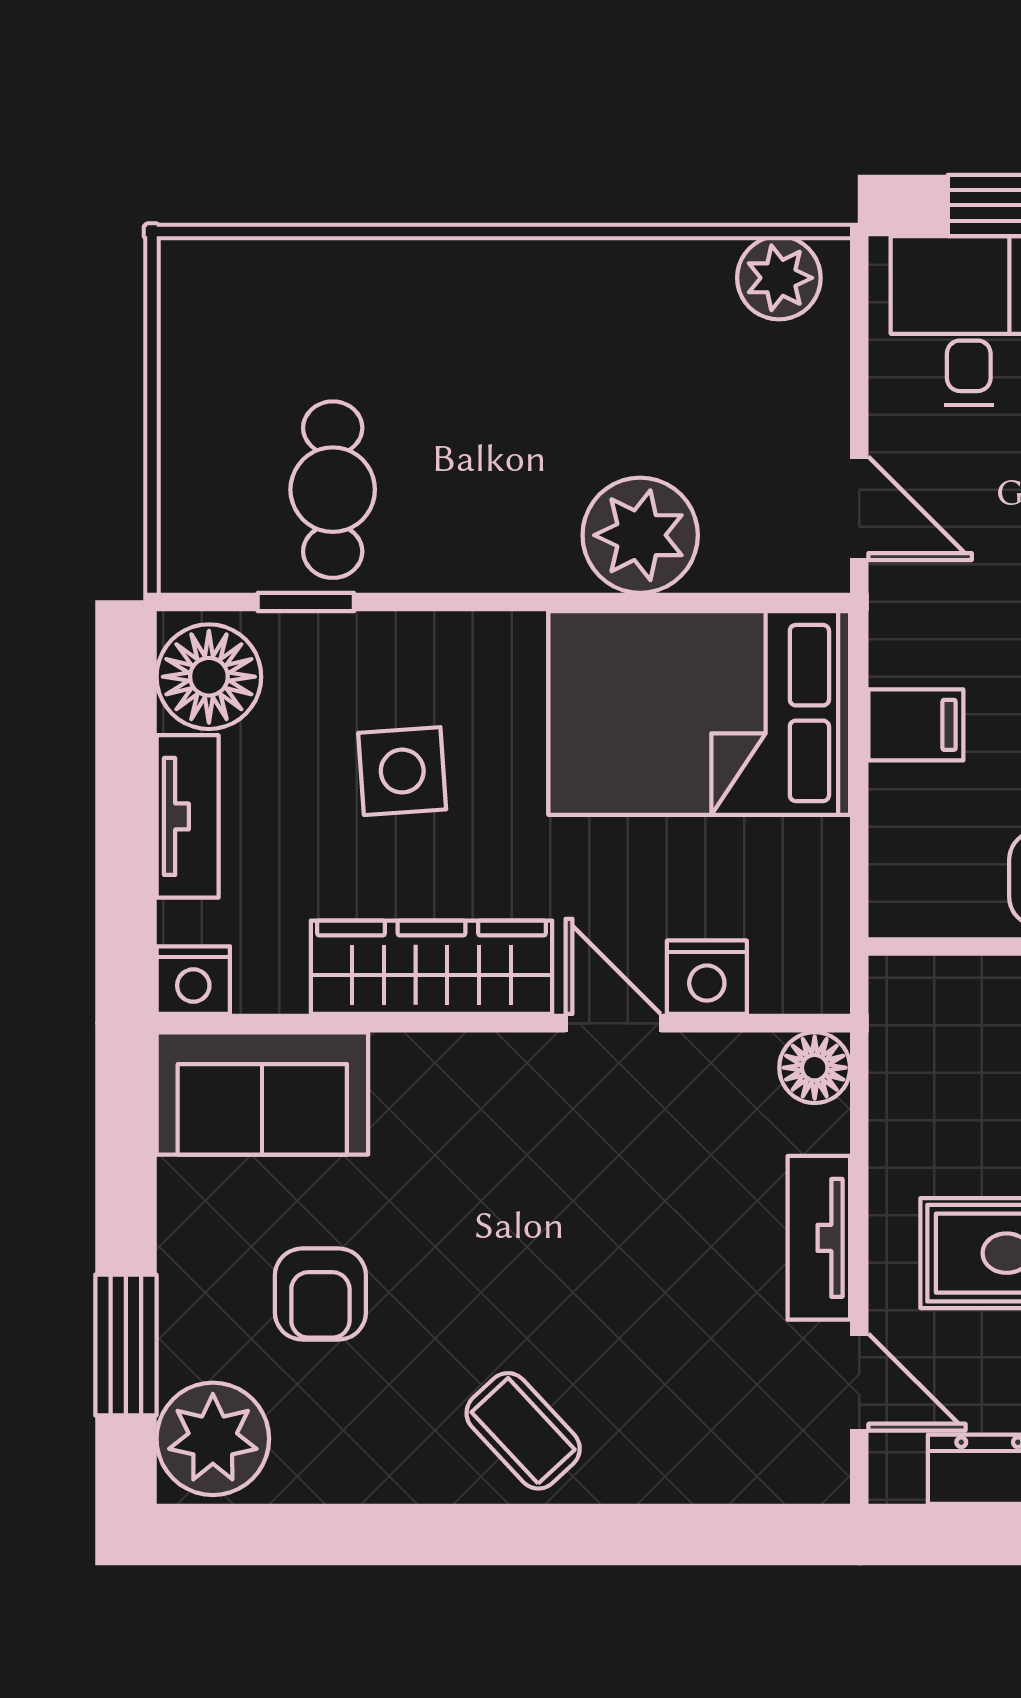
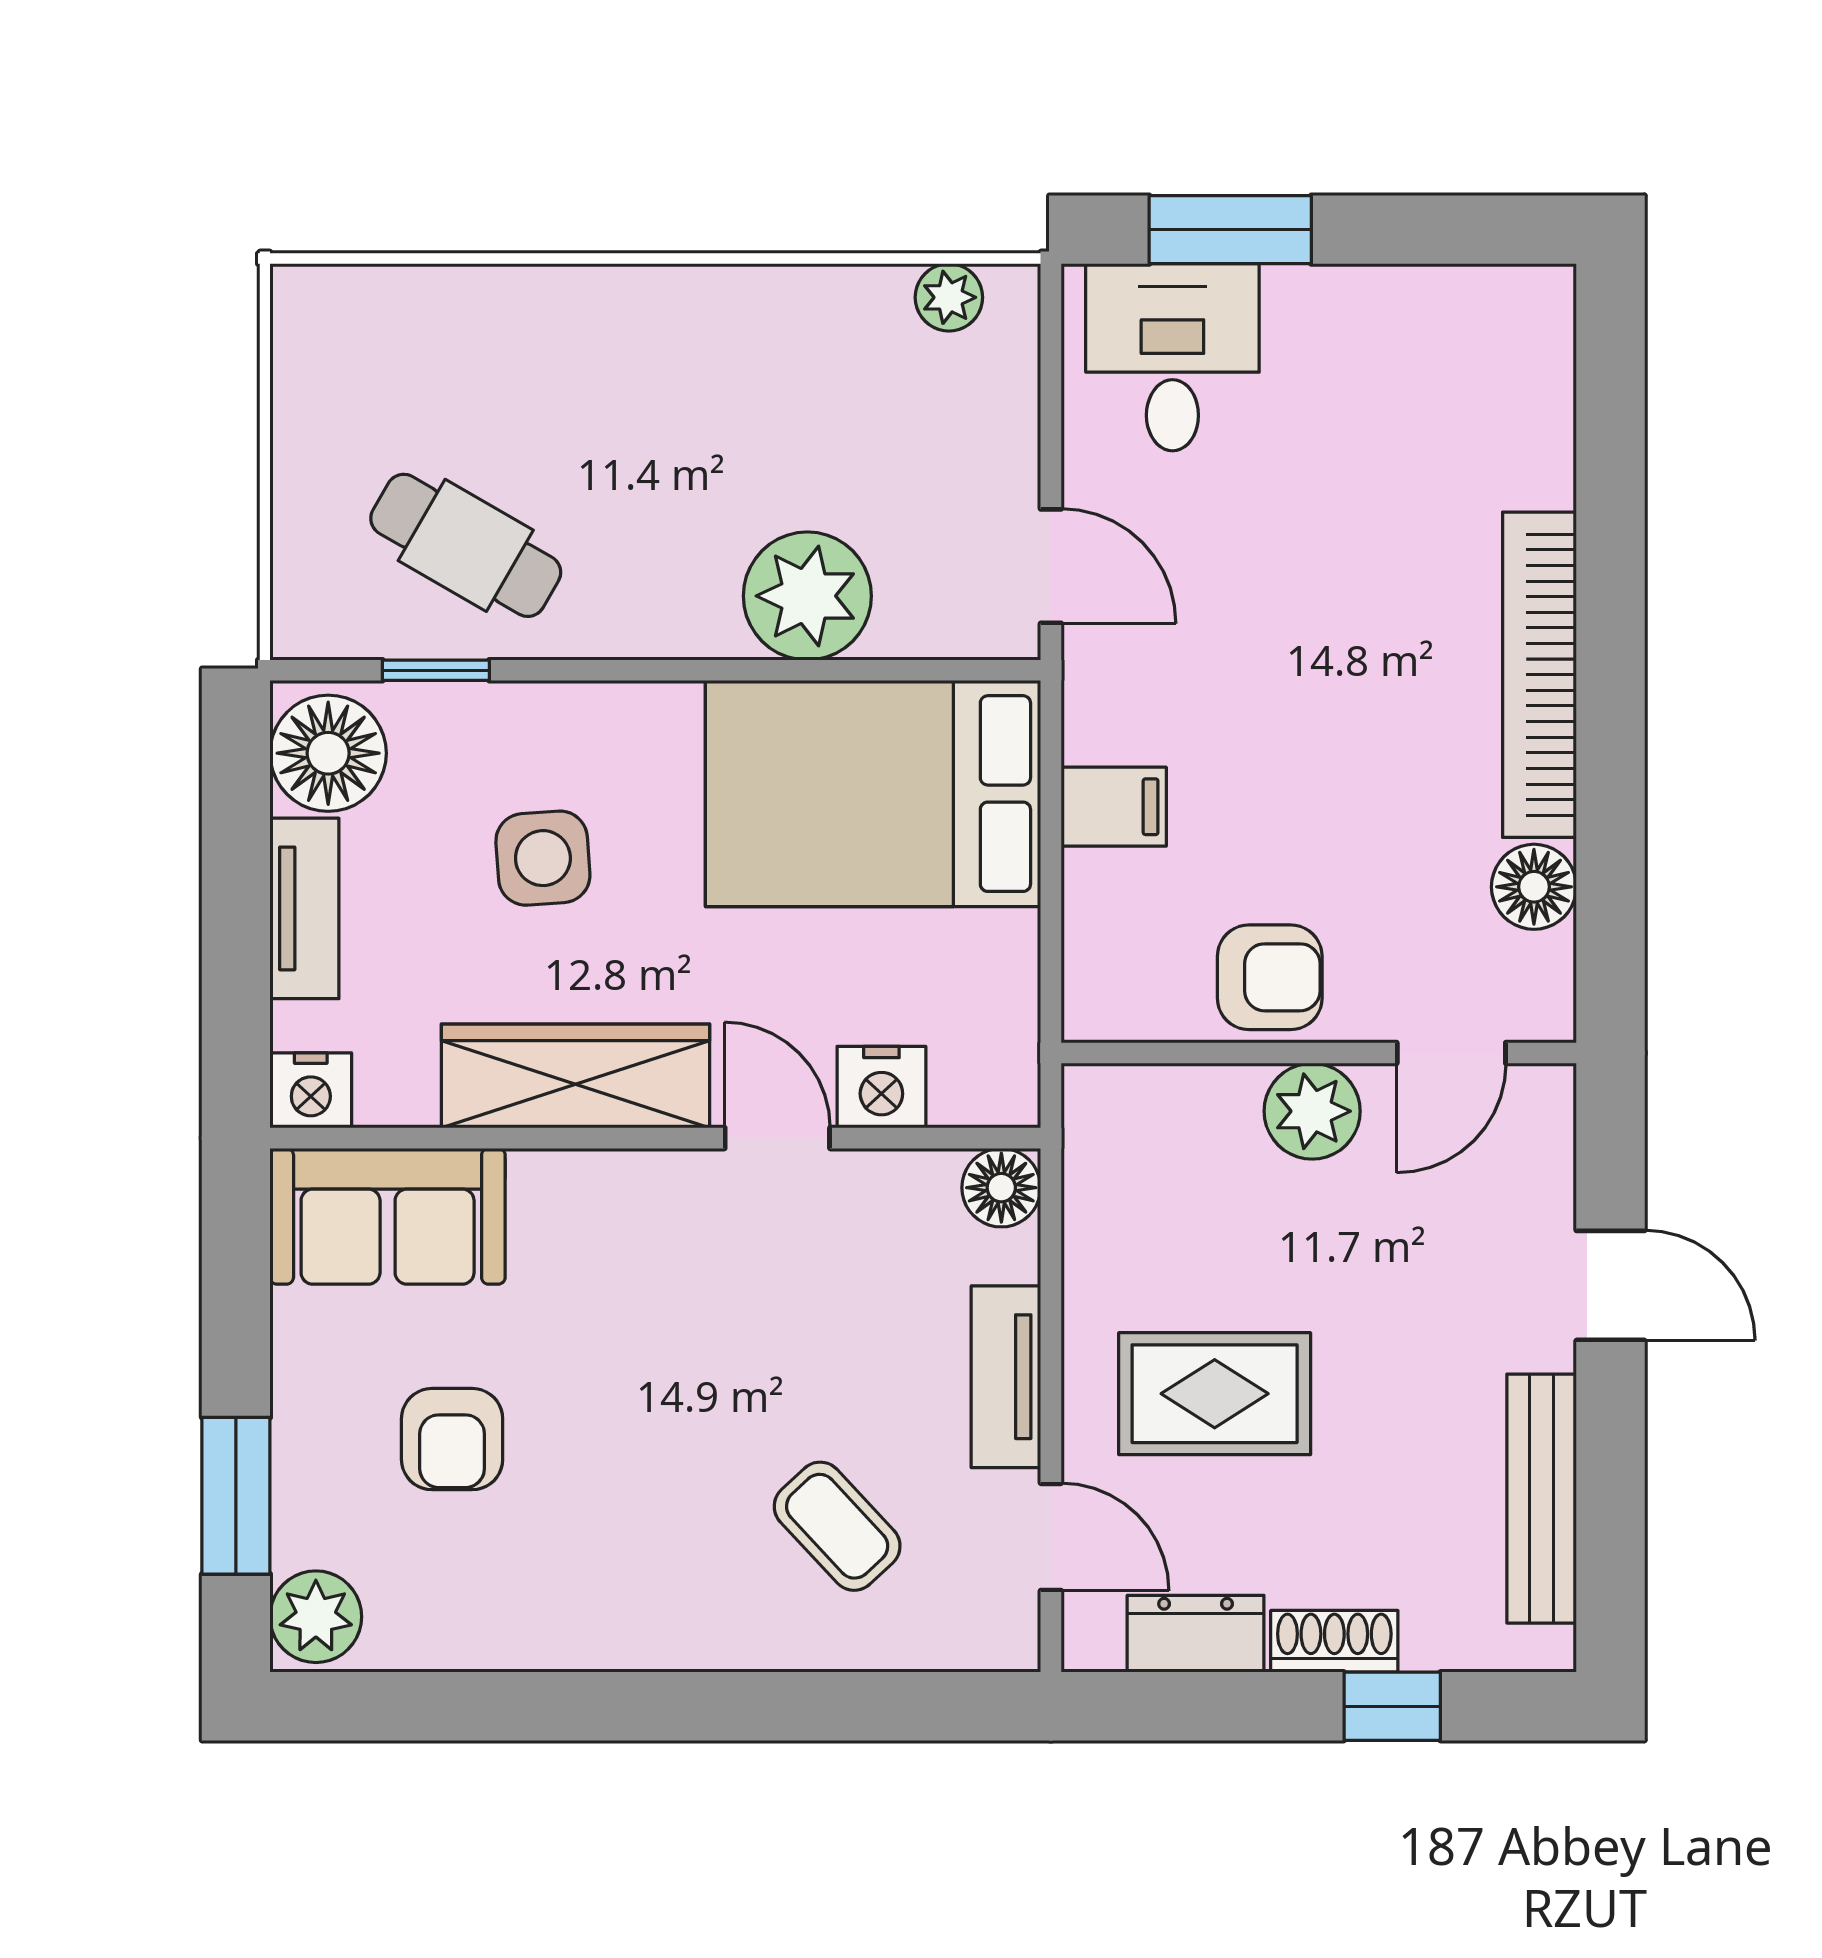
plant: (779, 278) -> (949, 297), width x0.73, depth x0.73
cafe table: (333, 490) -> (466, 545), turned -60
coffee table: (523, 1431) -> (837, 1526), moved
plant: (213, 1439) -> (316, 1617), width x0.73, depth x0.73

